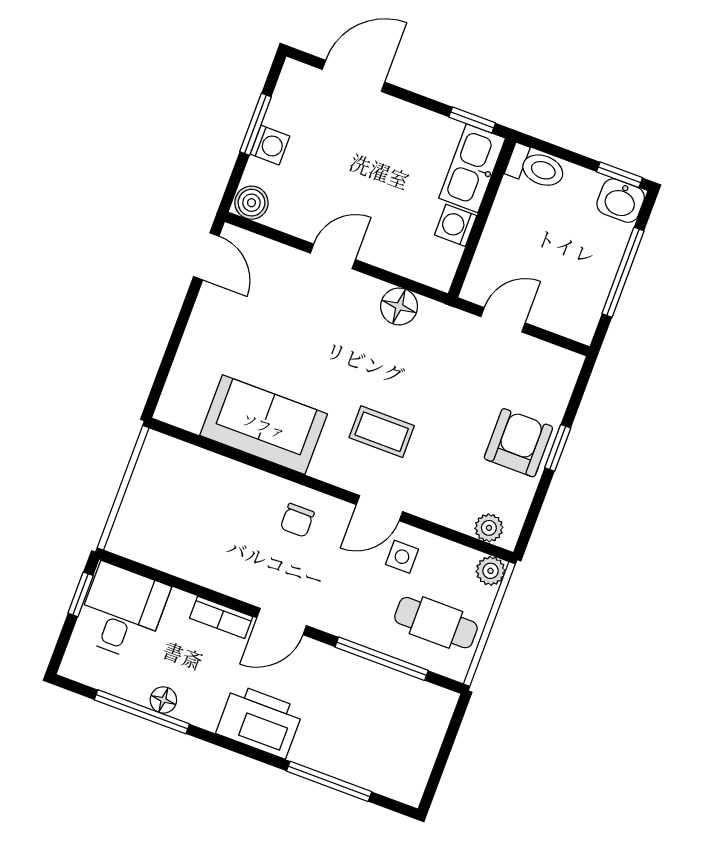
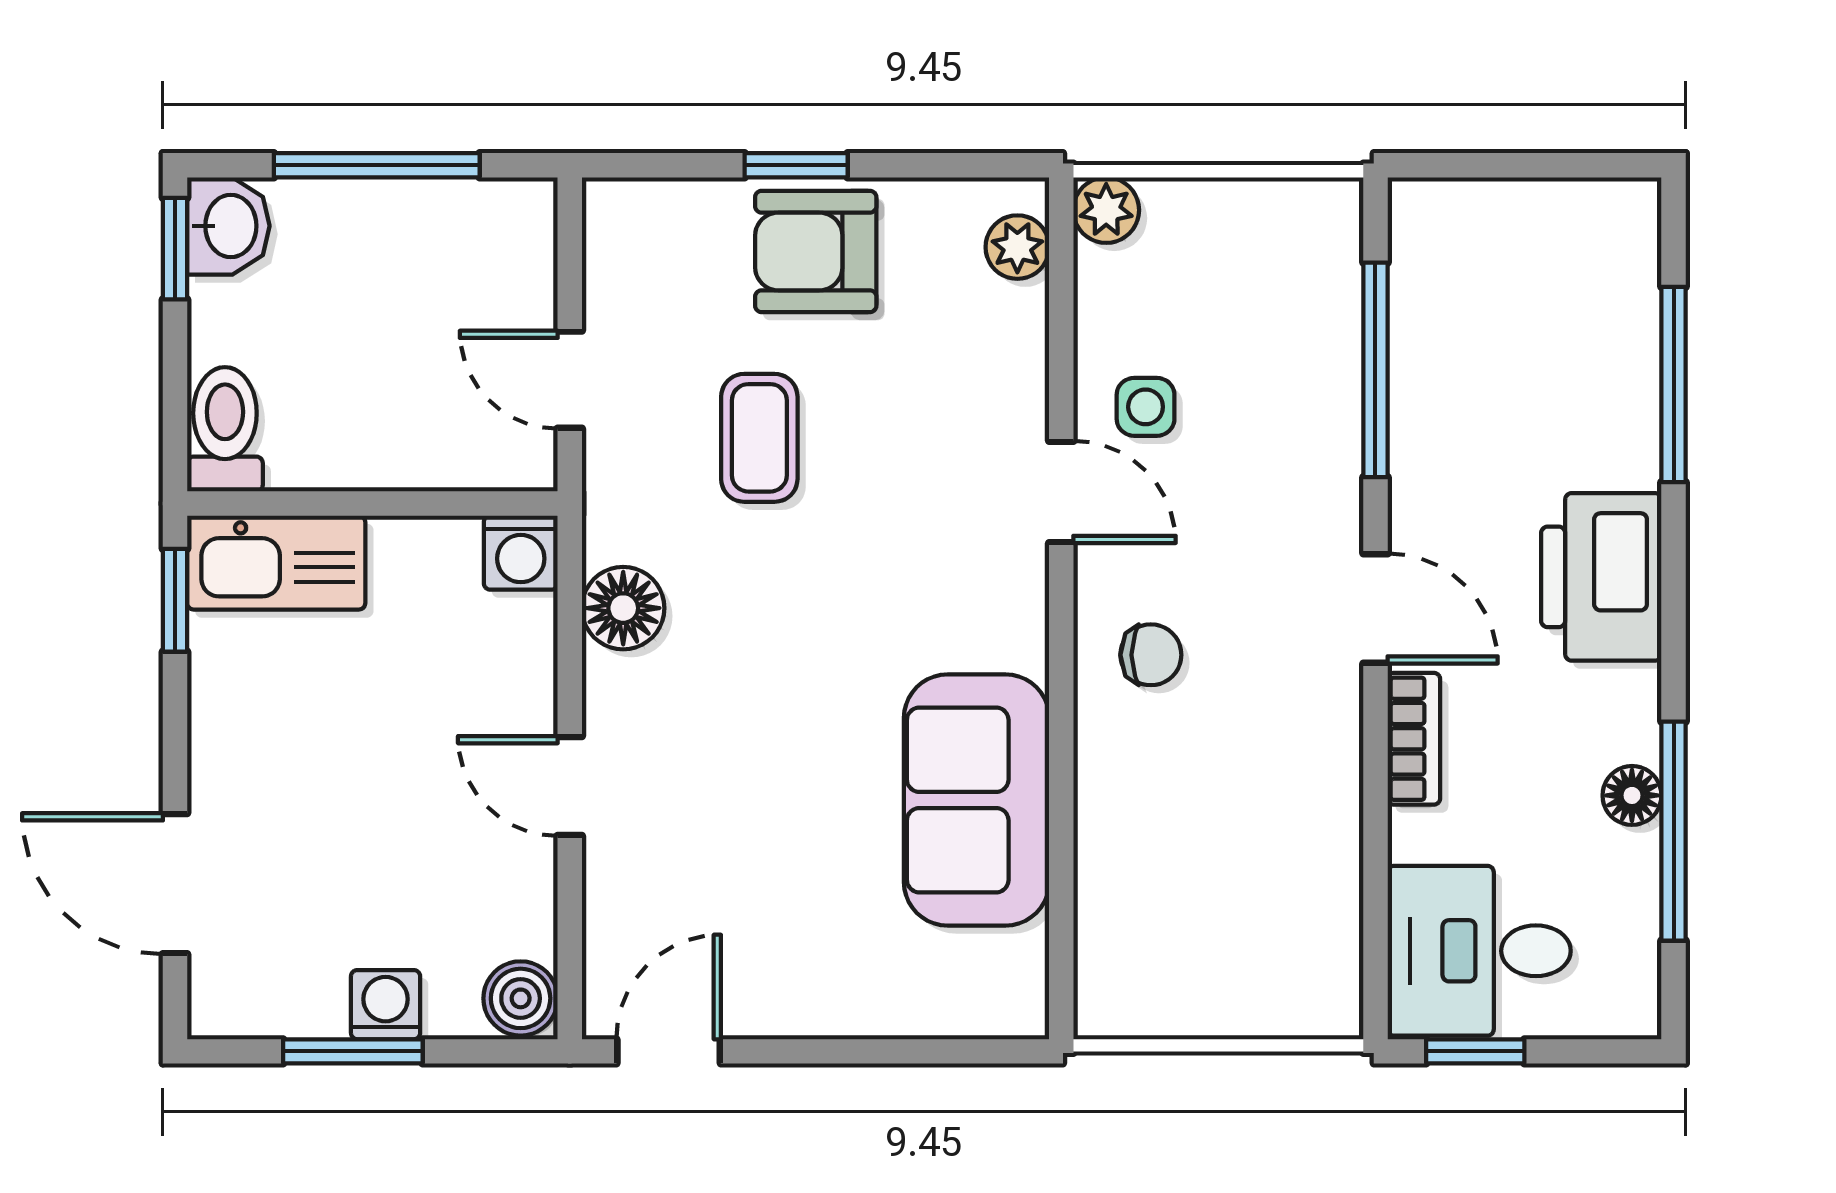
washing machine: (456, 225) -> (521, 553), moved
coffee table: (382, 432) -> (759, 438), moved
cafe table: (436, 623) -> (1257, 284), removed

